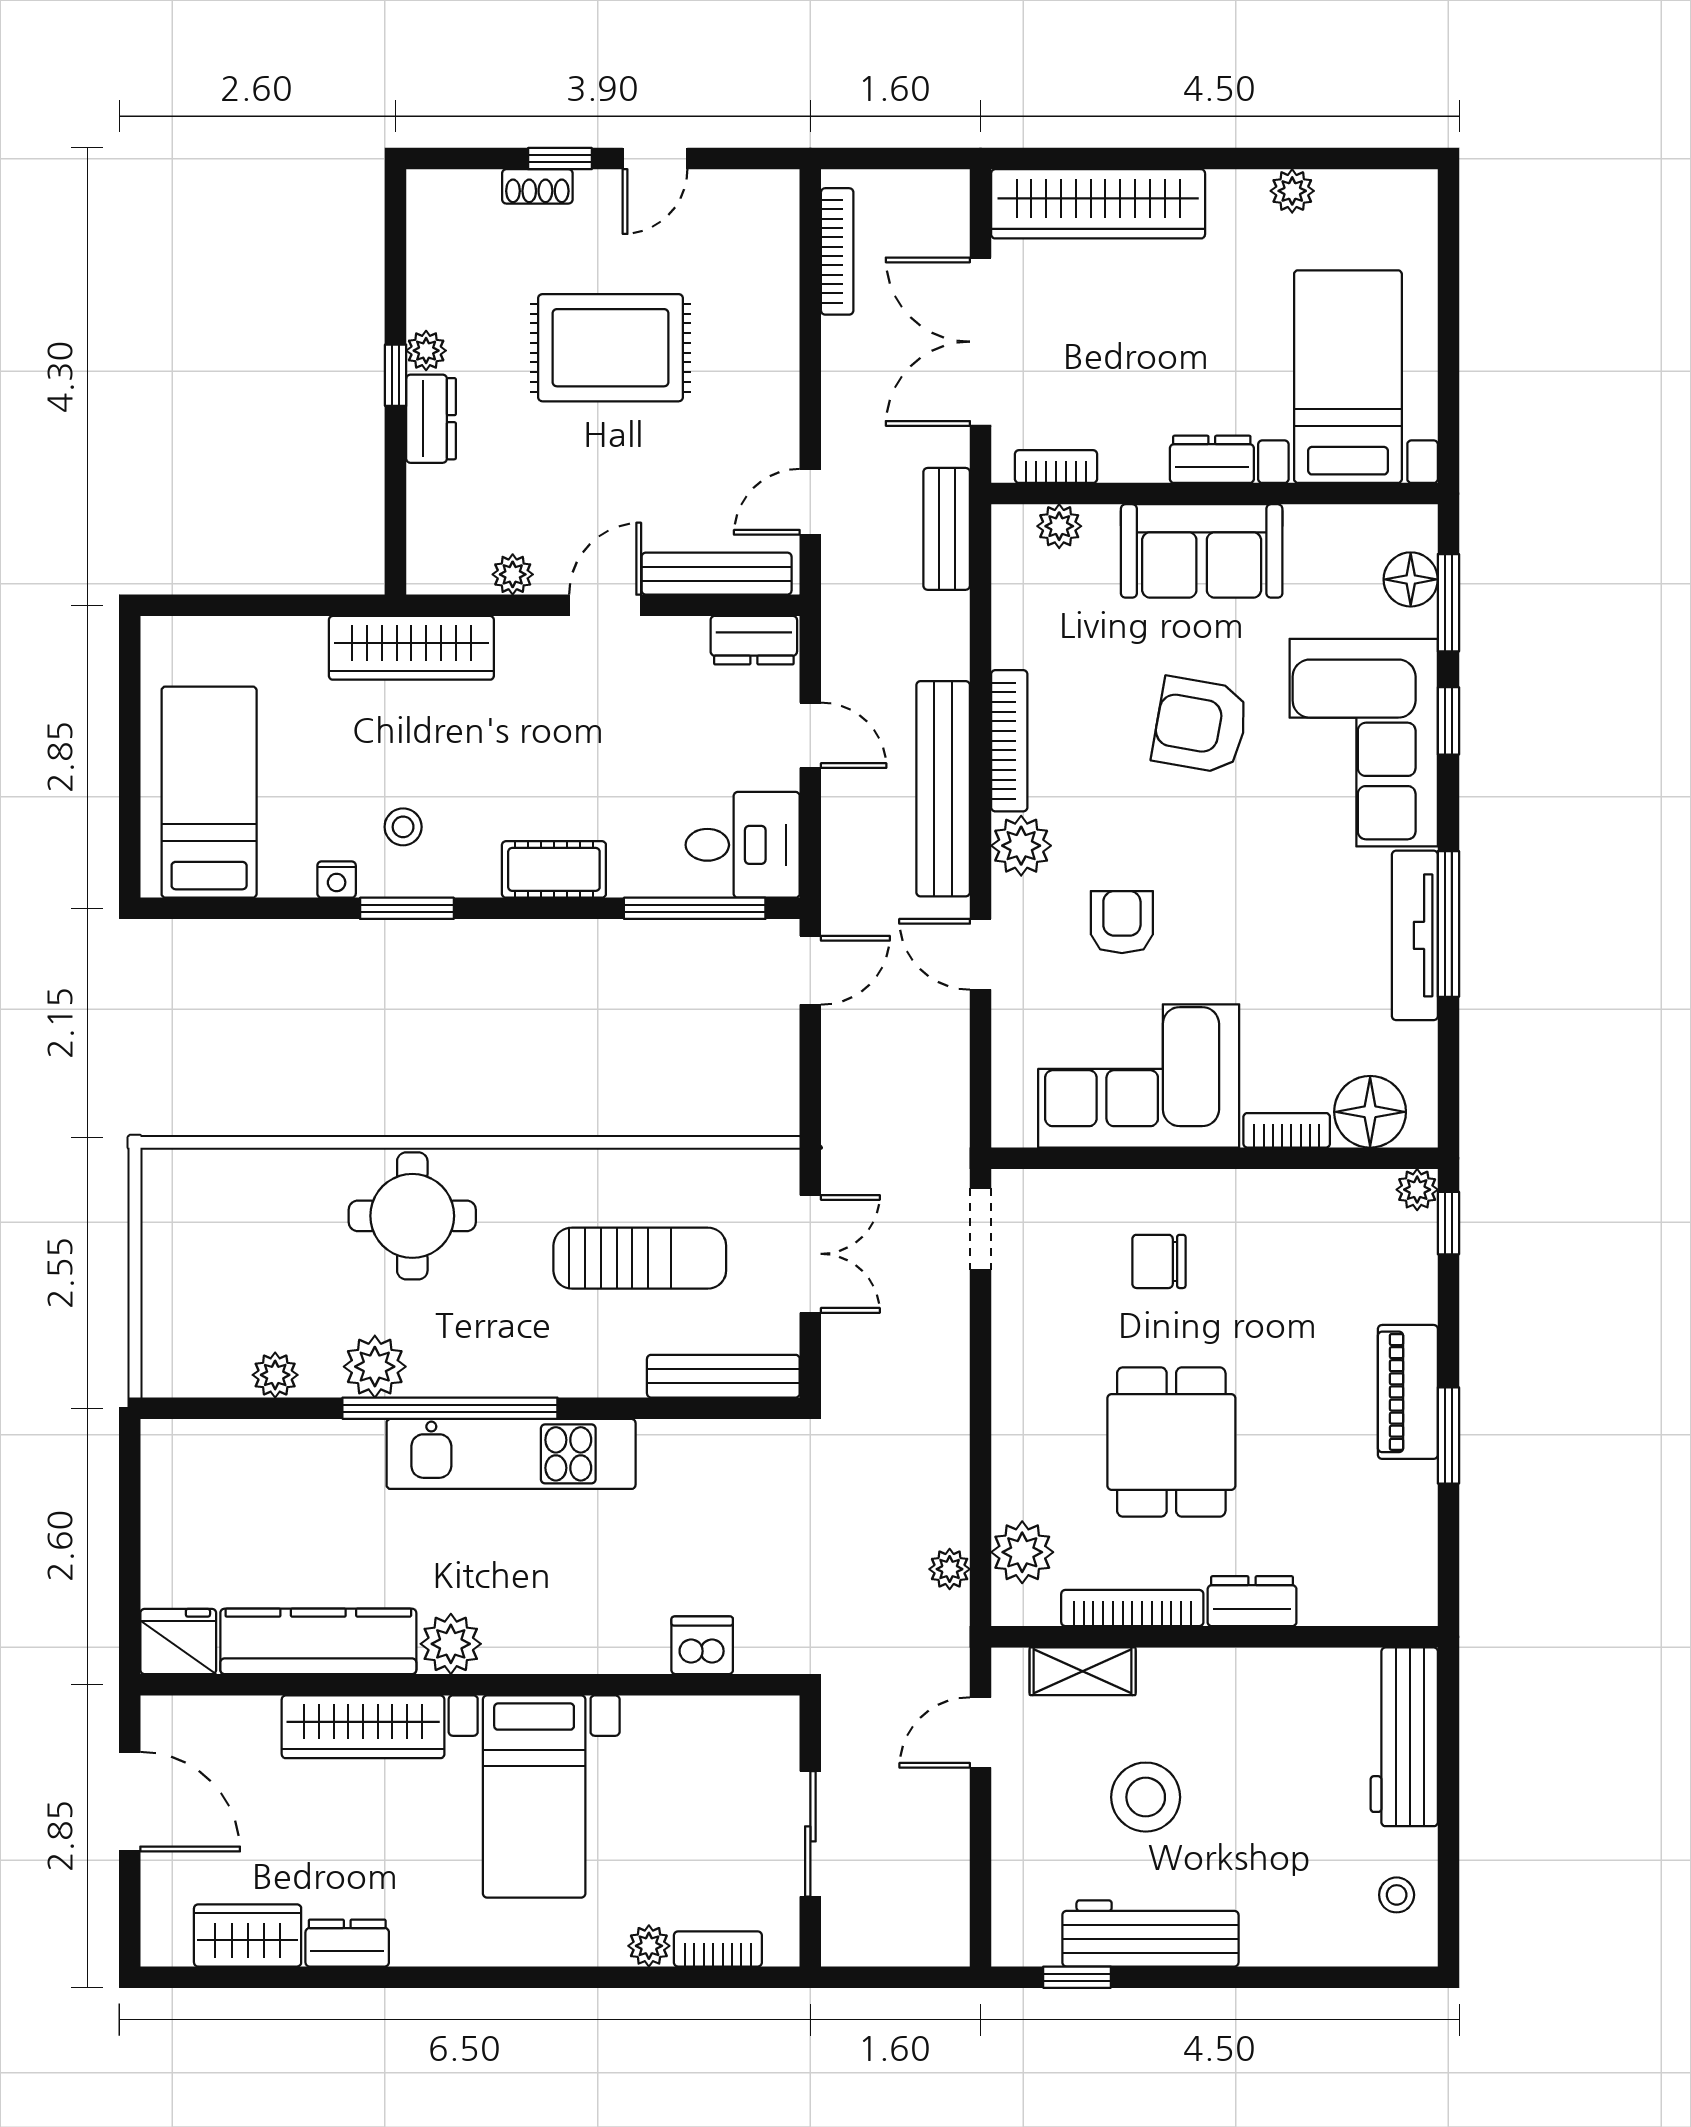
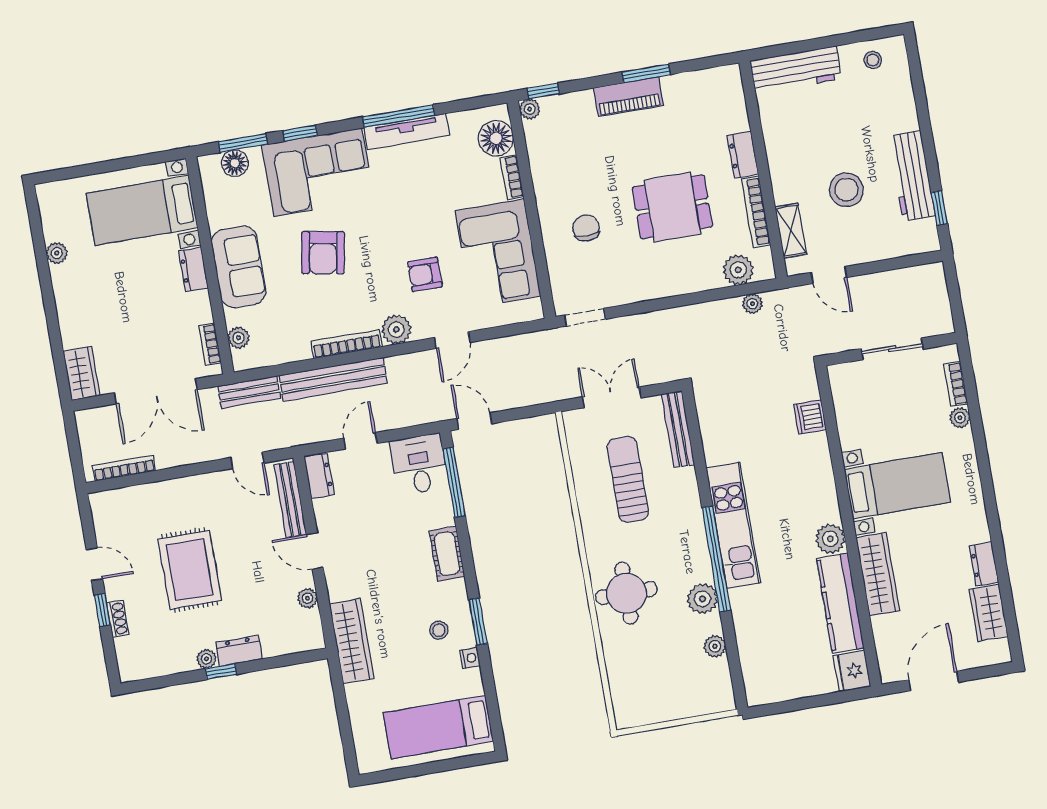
wardrobe: (1098, 204) -> (81, 373), width x0.48, depth x0.85
bench: (943, 789) -> (333, 379), moved
chair: (1159, 1261) -> (586, 228), turned 180

